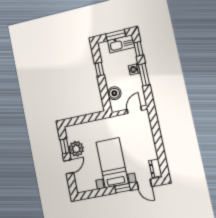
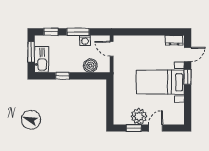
kitchen sink: (121, 44) -> (41, 59), moved
washing machine: (134, 69) -> (85, 40), moved
door: (69, 167) -> (156, 128), hinge flipped

